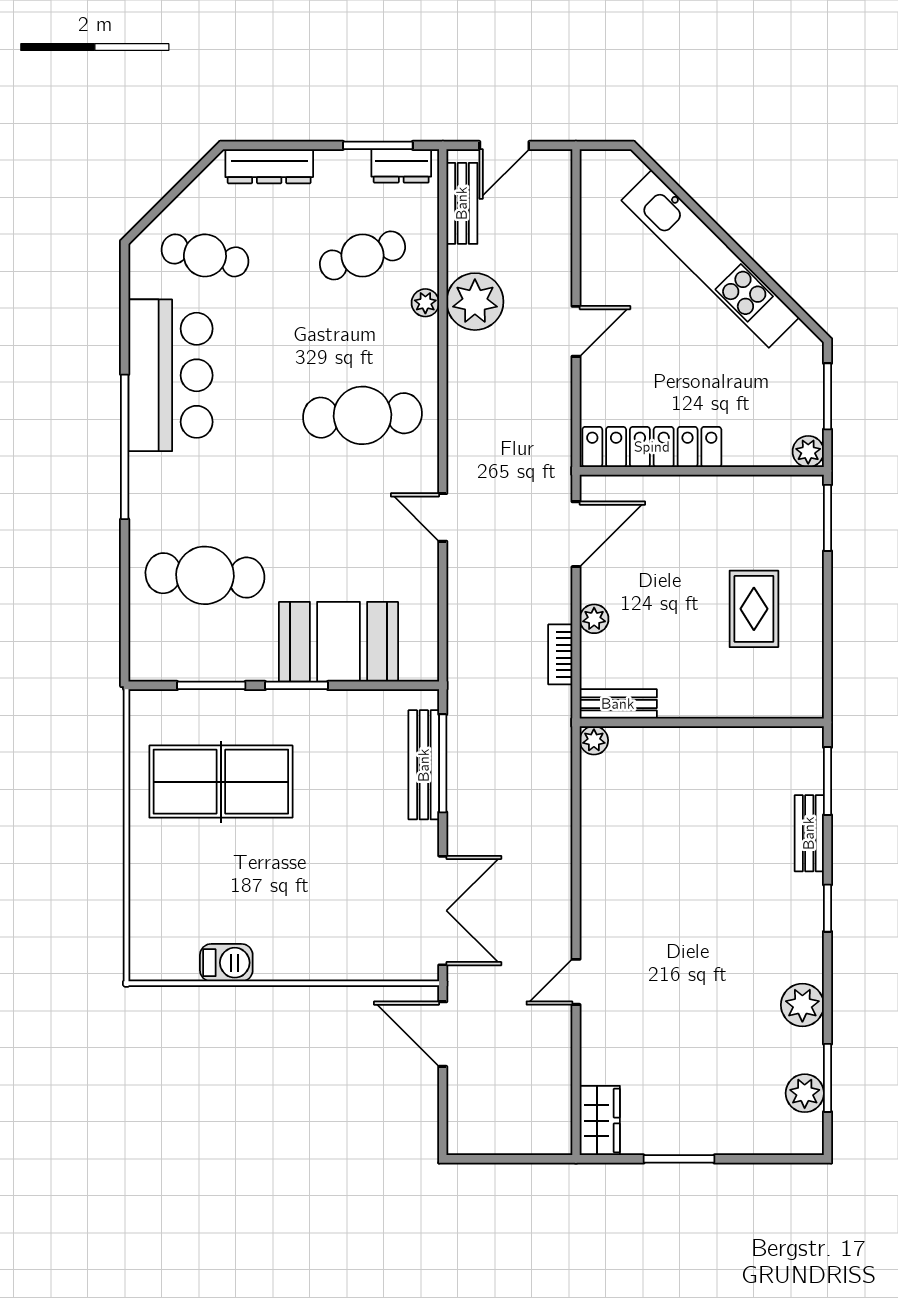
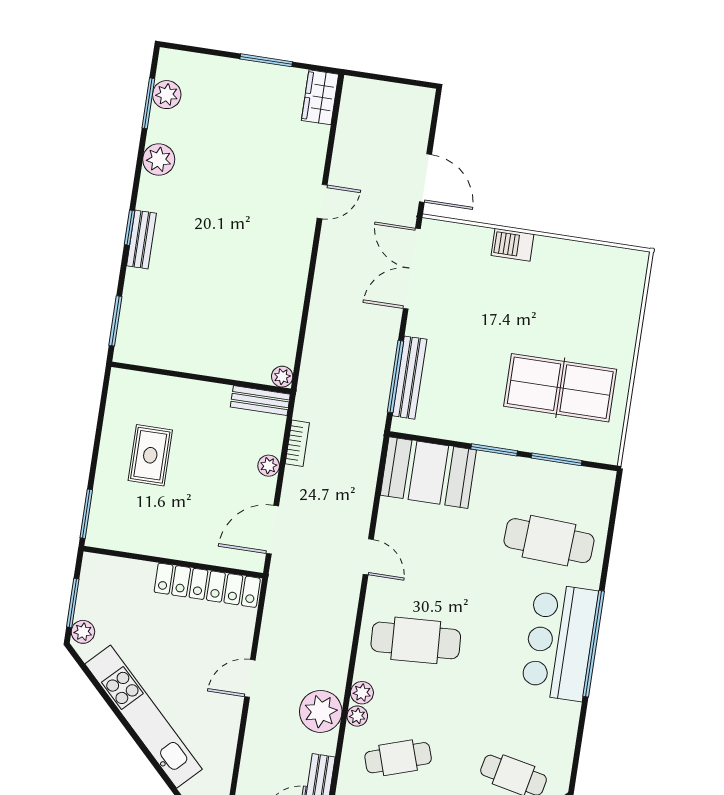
plant: (424, 335) -> (362, 693), added
bar counter: (171, 375) -> (560, 642), moved
plant: (808, 452) -> (83, 632), moved
booth: (338, 642) -> (428, 473), moved
bench: (809, 833) -> (141, 239), moved
barbecue: (226, 963) -> (512, 245), moved

